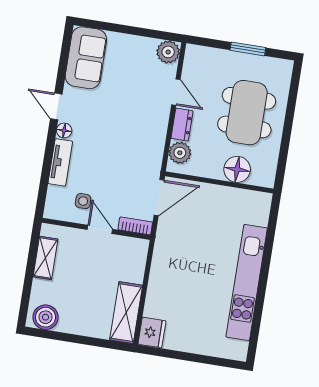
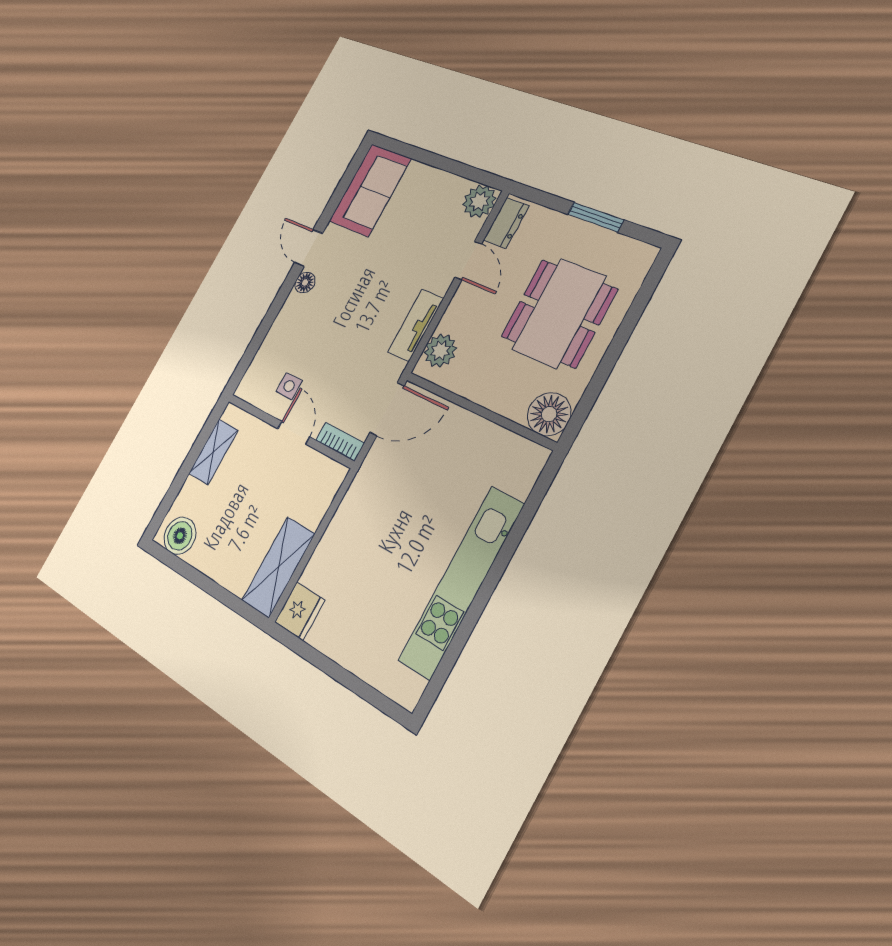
dresser: (182, 125) -> (506, 223), moved
tv unit: (60, 162) -> (416, 325), moved, turned 180
floor lamp: (237, 169) -> (549, 414), moved

